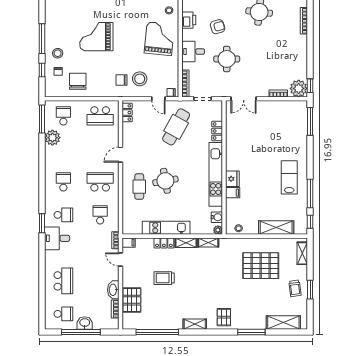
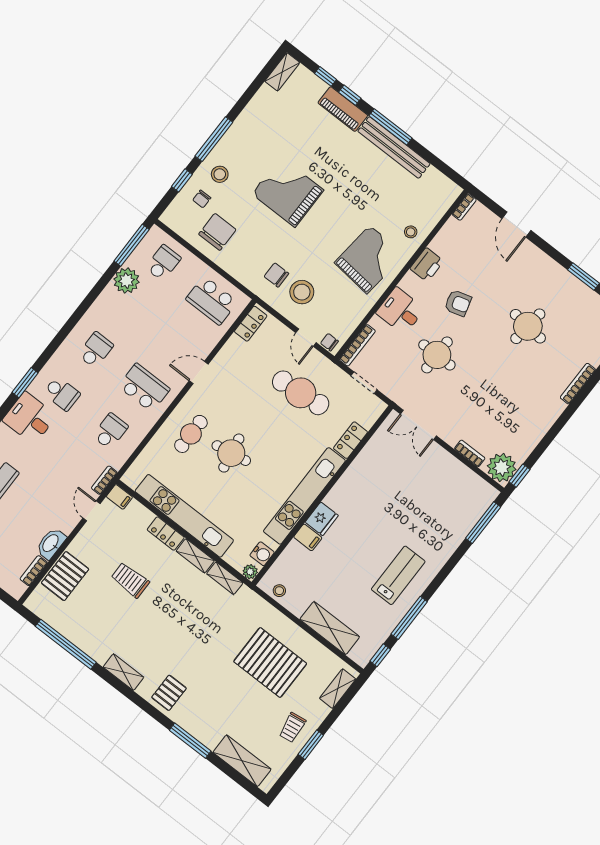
cafe table: (176, 127) -> (301, 393), turned 56
kitchen unit: (166, 228) -> (184, 516), width x1.36

